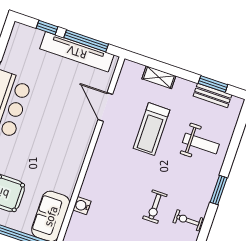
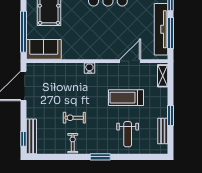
shelving: (159, 77) -> (163, 76), moved
window: (213, 84) -> (171, 116), moved
water cooler: (82, 206) -> (89, 68), moved

